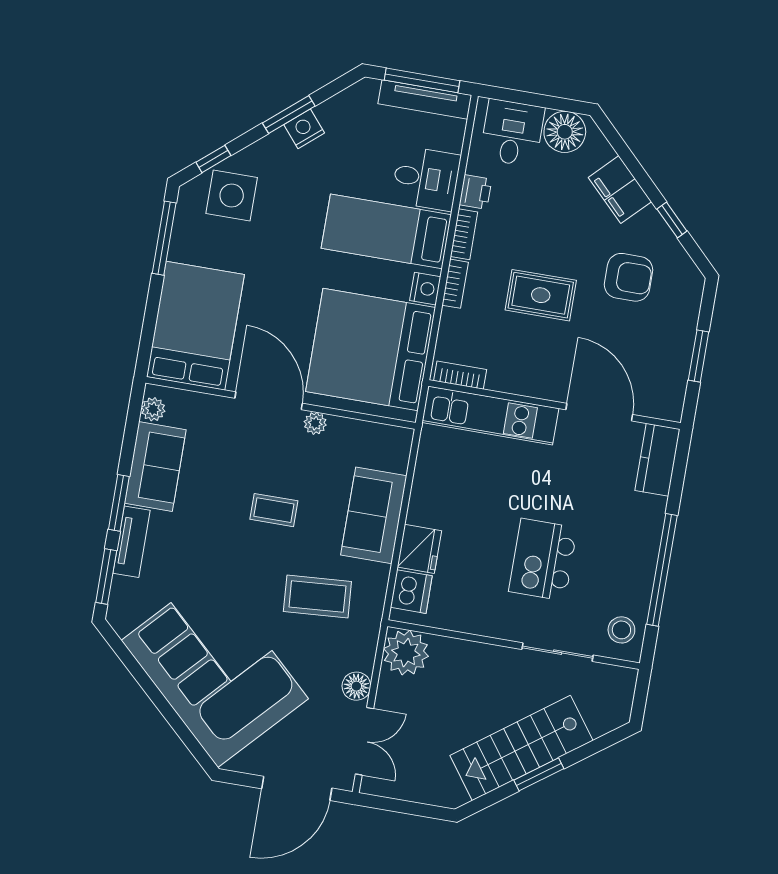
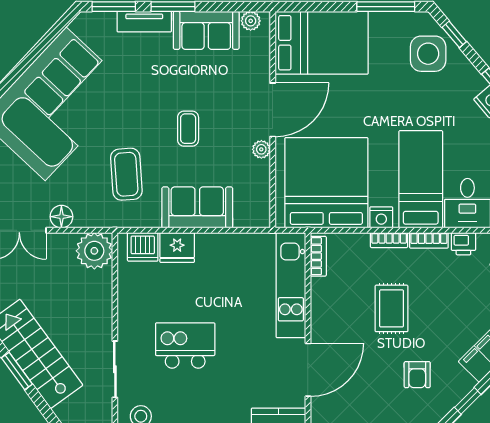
armchair: (629, 277) -> (417, 375), width x0.72, depth x0.72

